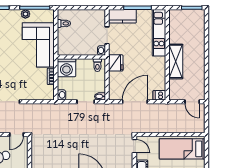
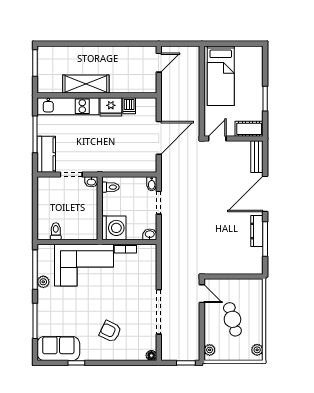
shelving: (176, 61) -> (86, 84), moved
fridge: (116, 63) -> (111, 107), moved, turned 180
dishwasher: (159, 95) -> (129, 106), moved
door: (135, 102) -> (159, 138), swing flipped

